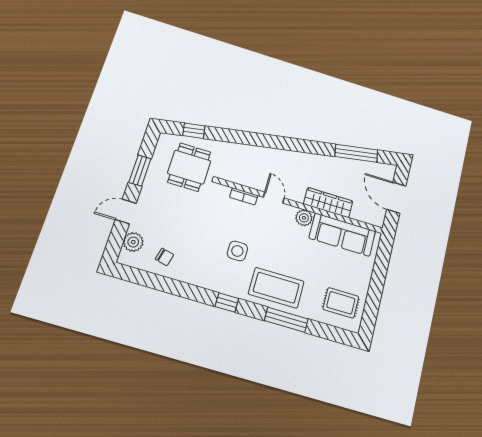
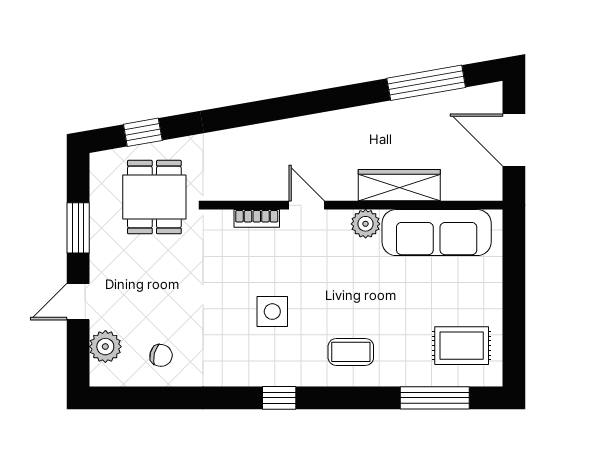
coffee table: (276, 288) -> (351, 352), width x0.54, depth x0.58
window: (286, 320) -> (435, 398), moved

